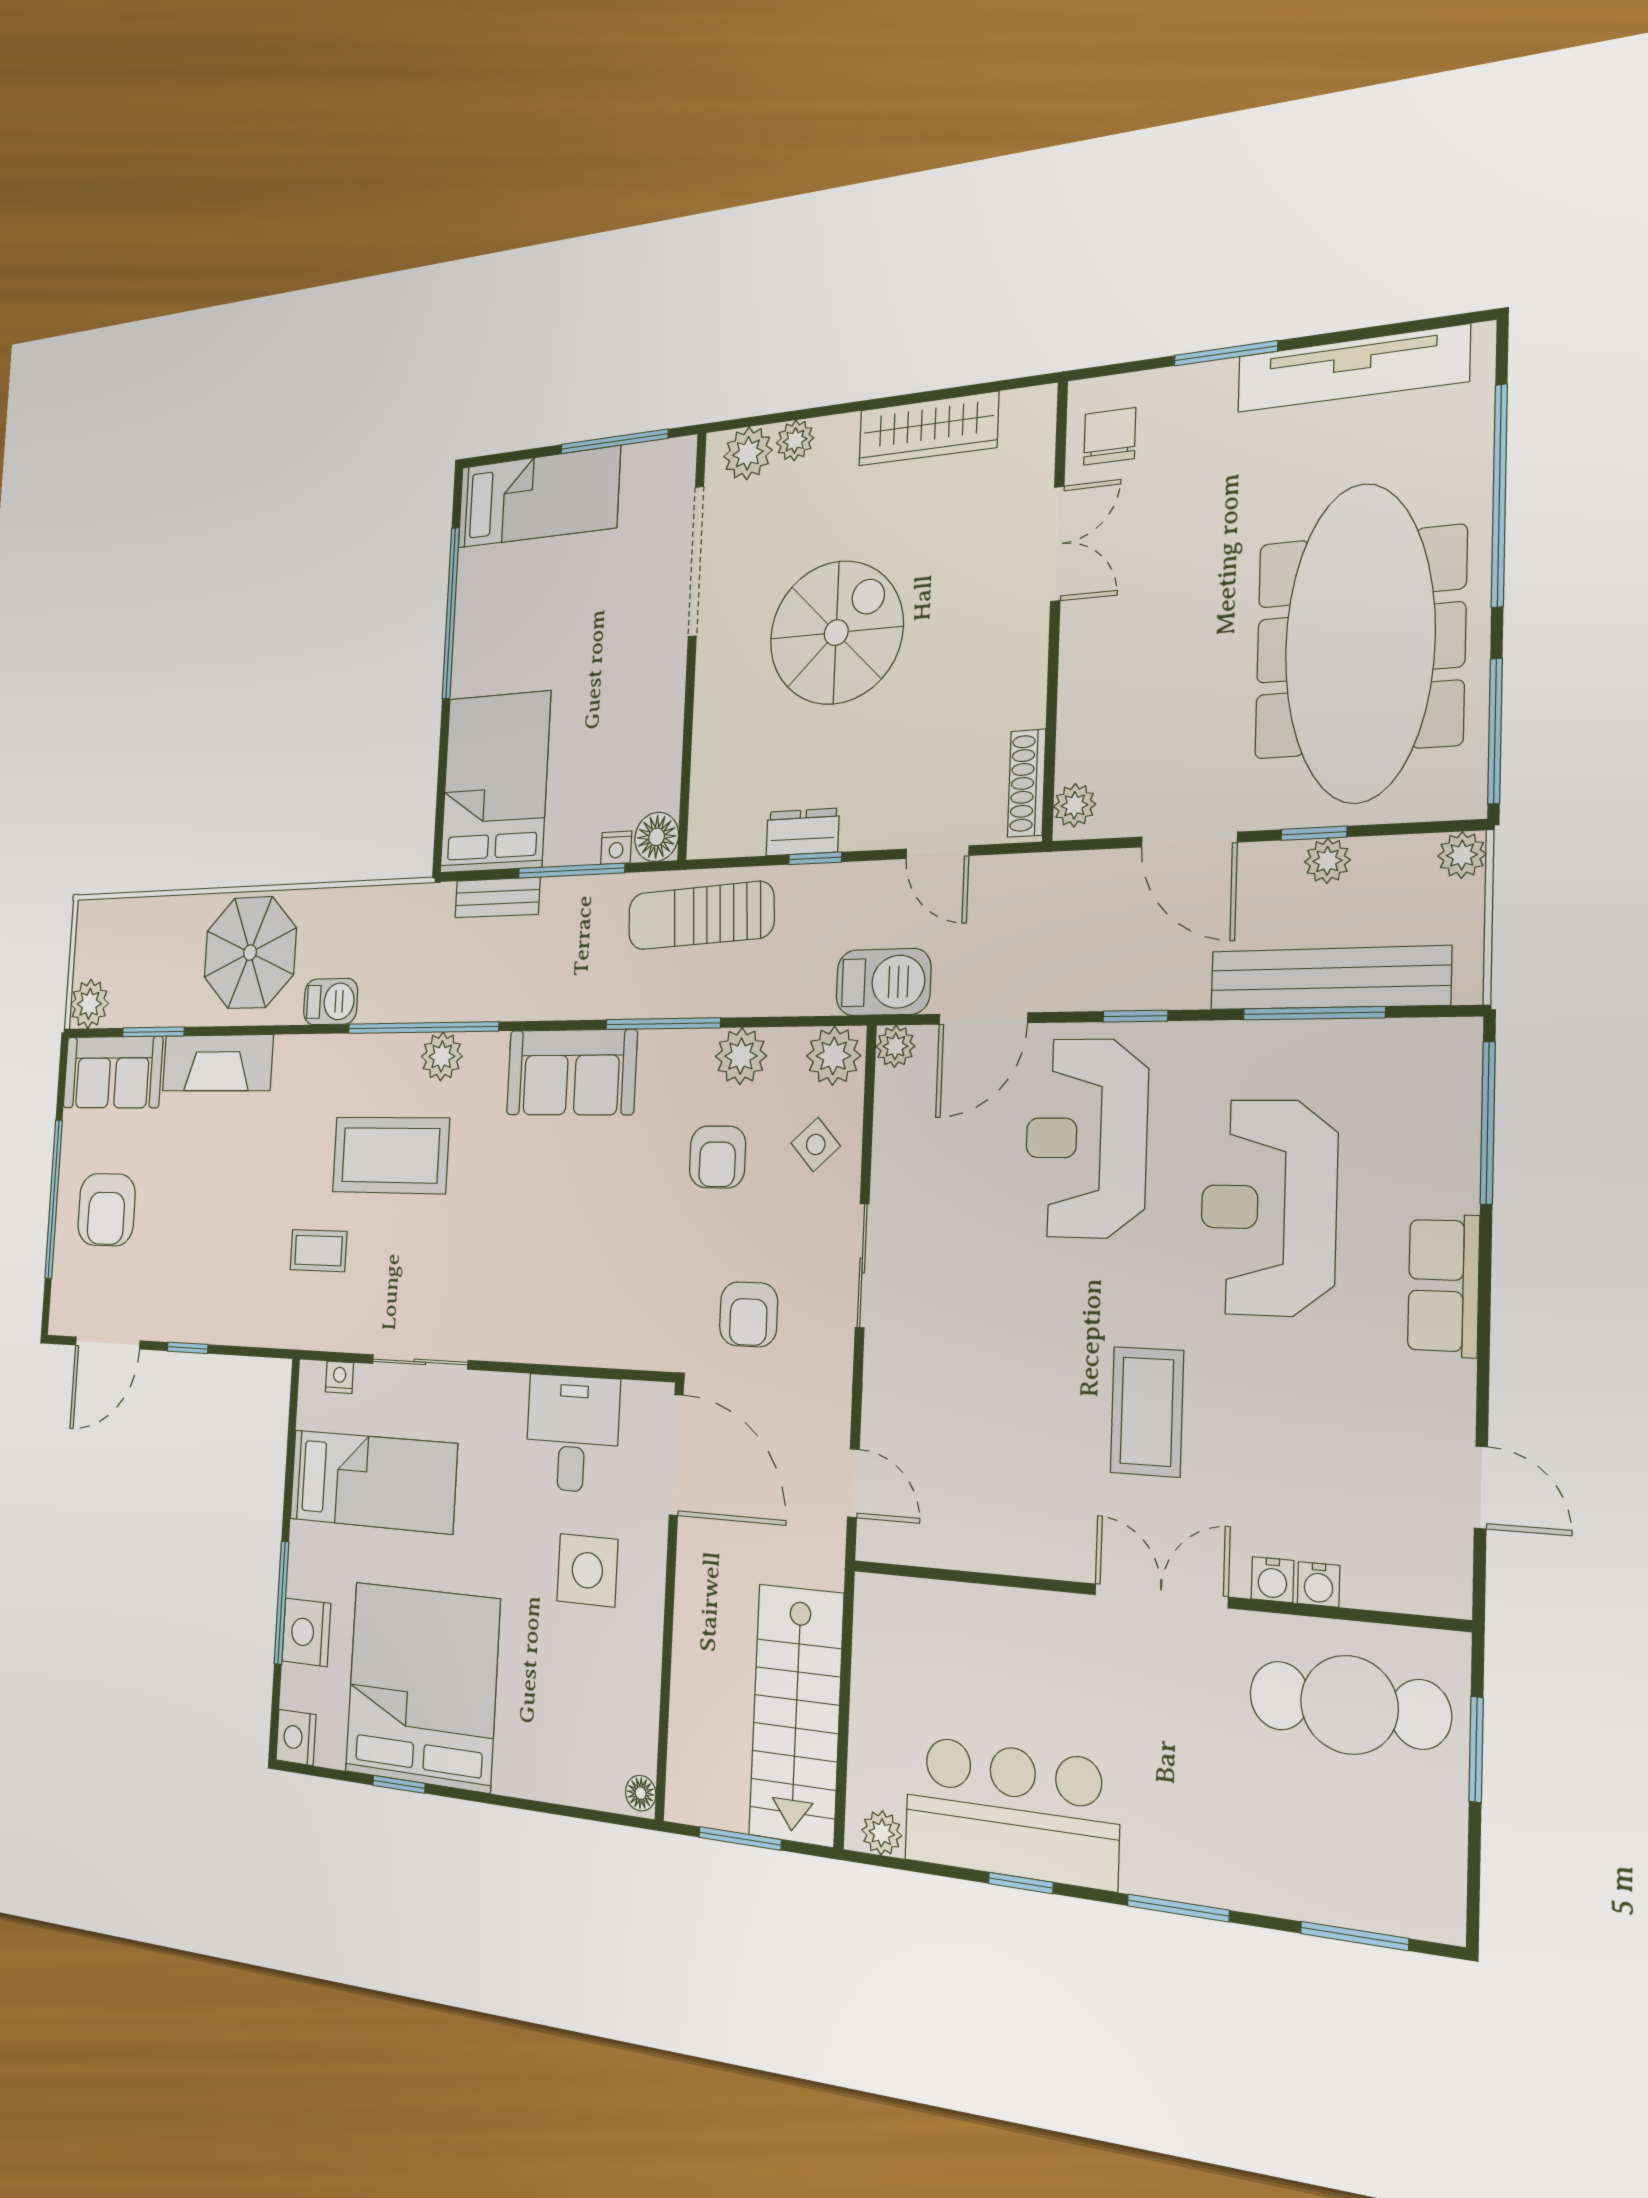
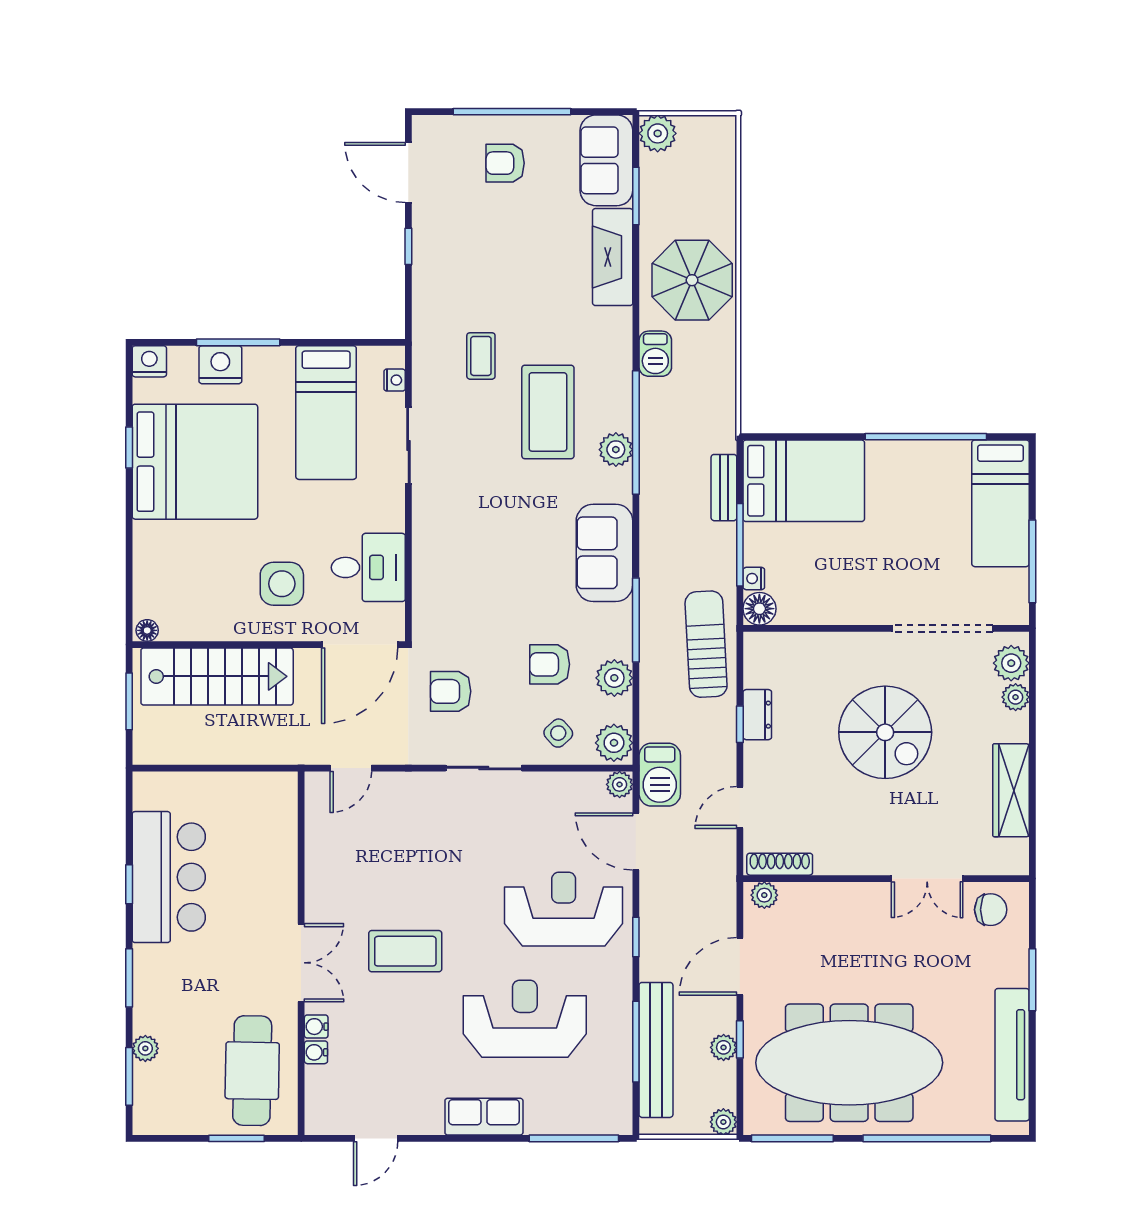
armchair: (106, 1210) -> (505, 163), width x0.72, depth x0.72
stairs: (796, 1714) -> (217, 676), moved, turned 180
plant: (882, 1833) -> (145, 1048), moved

